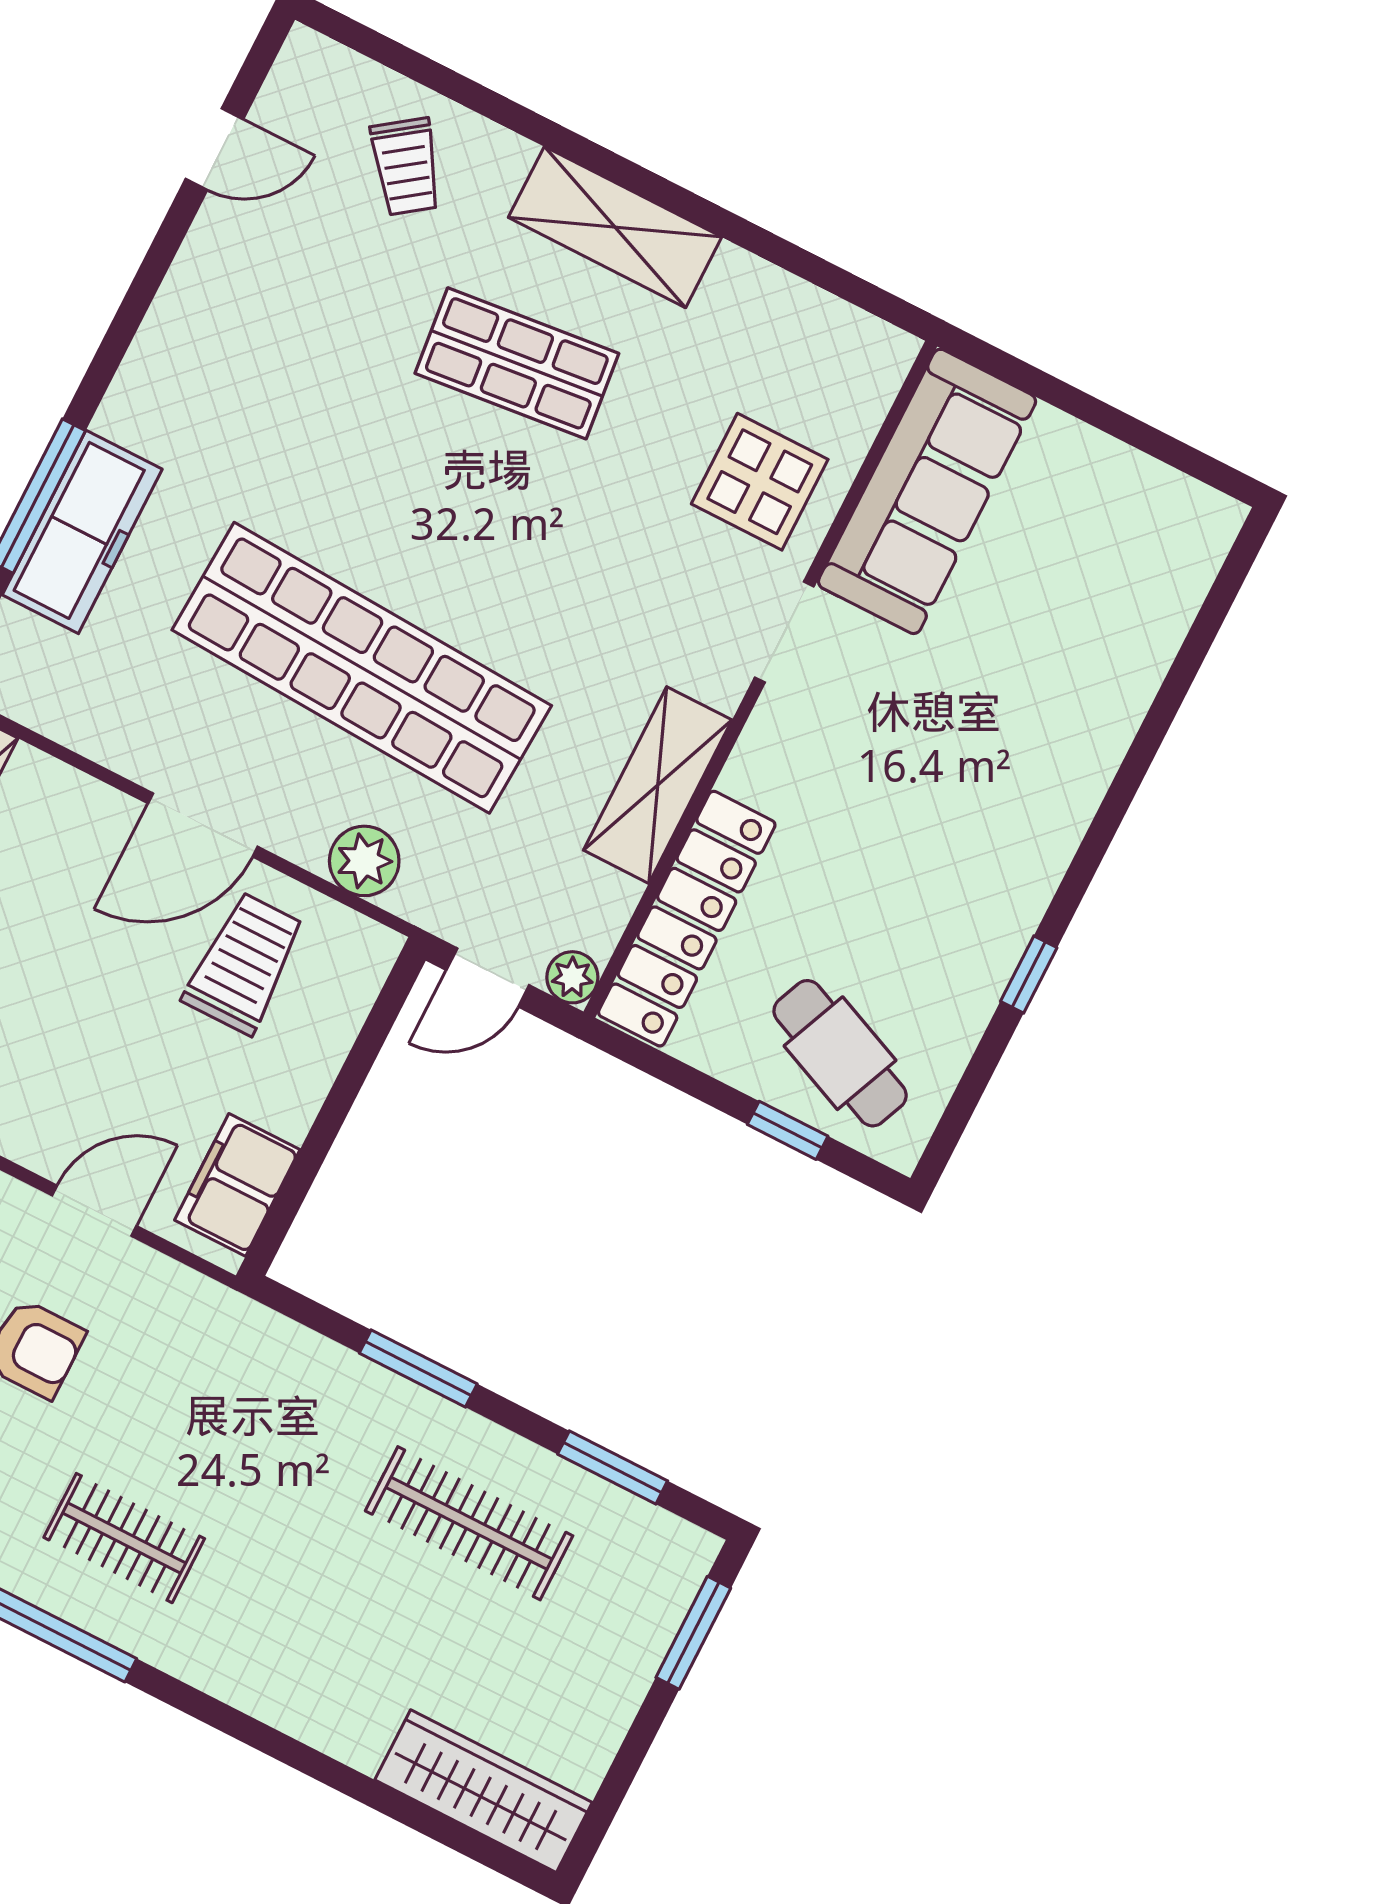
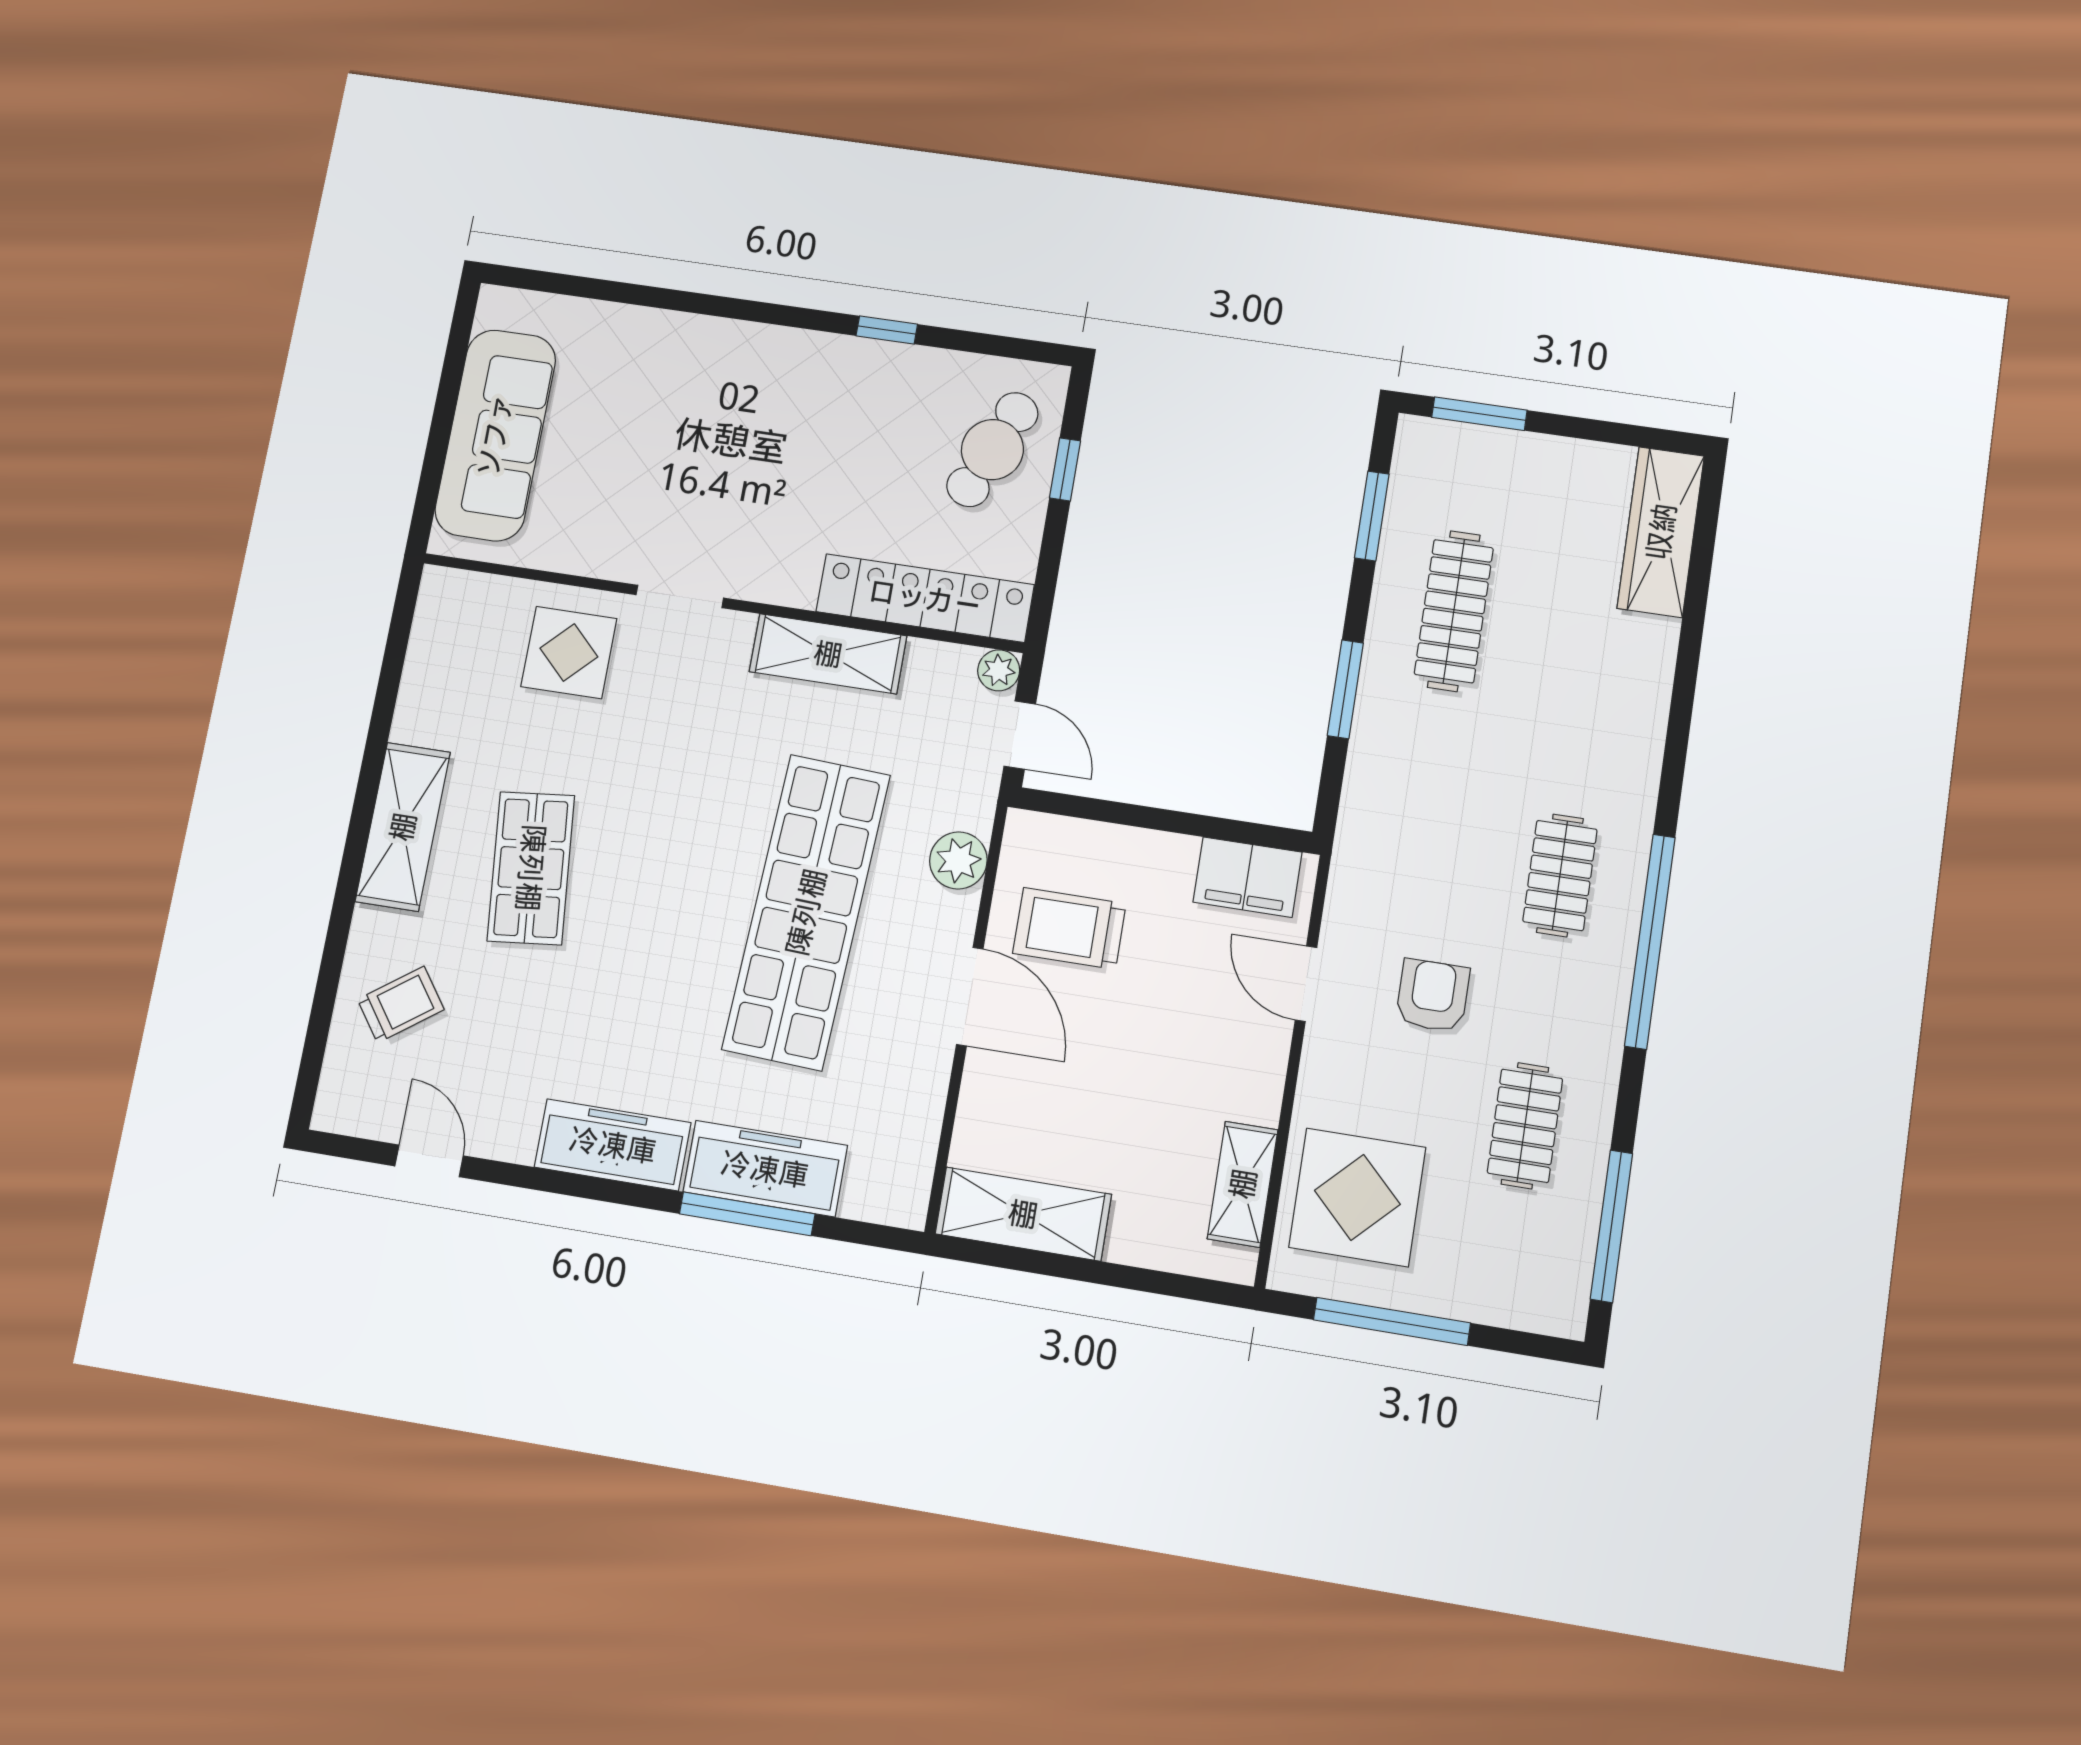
freezer: (165, 365) -> (613, 1145), added
sofa: (927, 491) -> (495, 435), moved, turned 90

